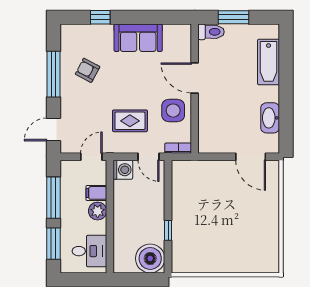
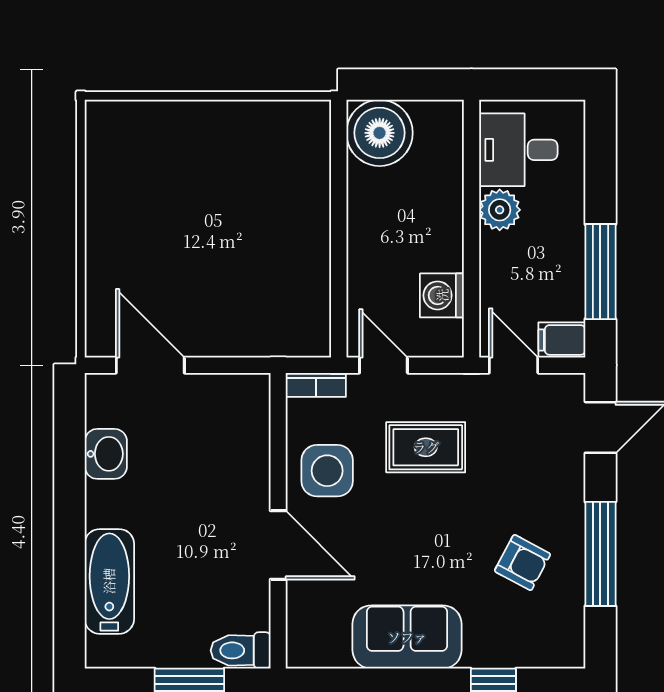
washbasin: (270, 118) -> (106, 454), width x0.72
door: (91, 157) -> (514, 365), swing flipped
washing machine: (123, 170) -> (442, 295), moved
filing cabinet: (96, 193) -> (562, 340), moved, turned 180
plant: (98, 211) -> (500, 210), moved
window: (168, 230) -> (339, 197), removed
window: (53, 244) -> (600, 167), removed

